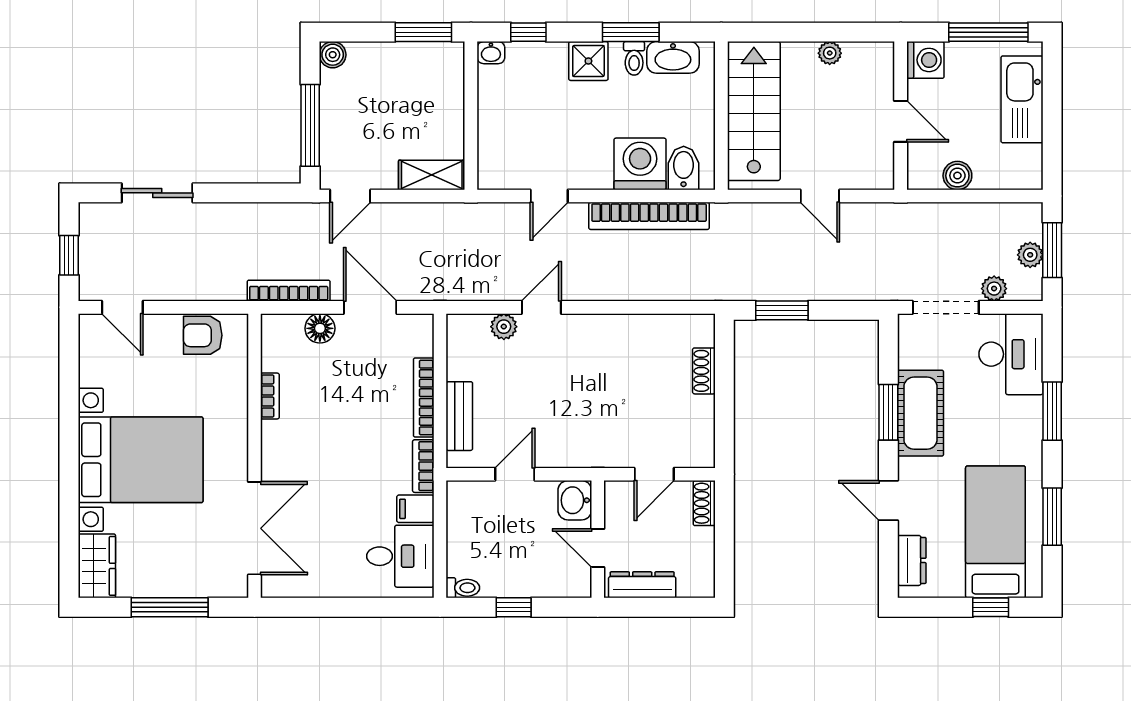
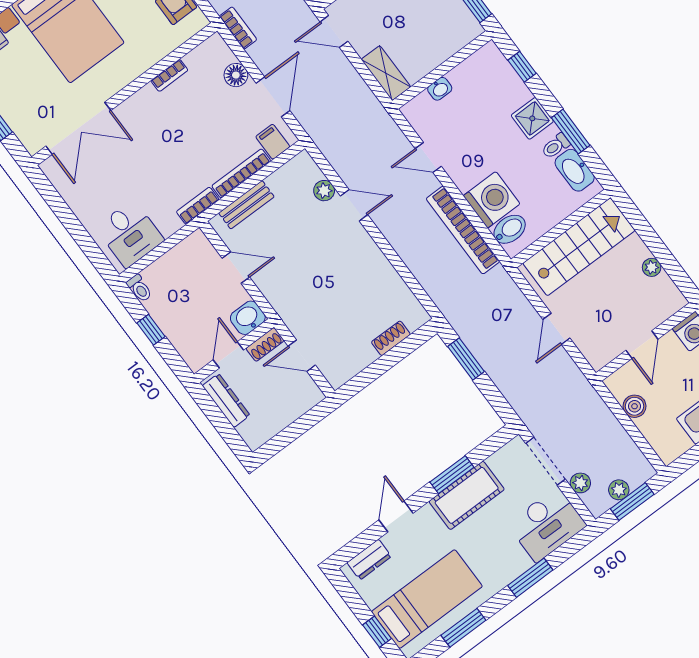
washbasin: (491, 53) -> (440, 89), moved, turned -90
bookcase: (289, 291) -> (238, 28), width x0.64
shoe rack: (704, 503) -> (265, 344), moved, turned 180
filing cabinet: (415, 509) -> (273, 142), moved

